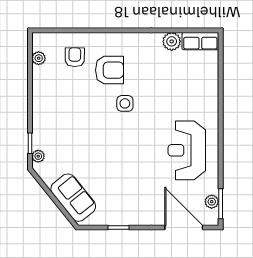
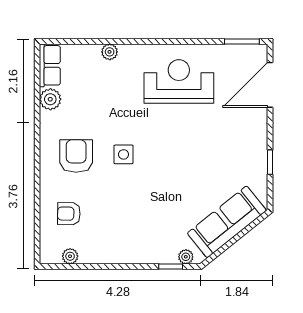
armchair: (110, 70) -> (76, 156), moved
reception desk: (187, 150) -> (179, 81), turned 180
sofa: (73, 198) -> (227, 222), width x1.36
plant: (212, 202) -> (110, 52), moved

